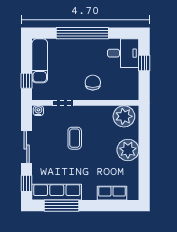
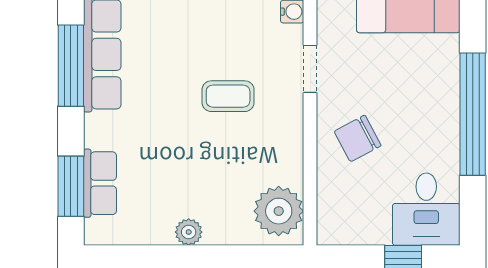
chair: (93, 83) -> (358, 138), turned 152
plant: (128, 150) -> (189, 232), width x0.53, depth x0.53
window: (113, 206) -> (71, 186), added

